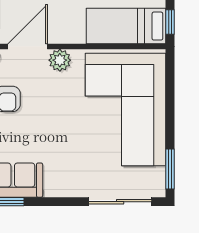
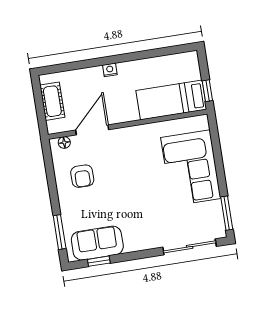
plant: (60, 60) -> (121, 137), removed
corner sofa: (126, 110) -> (191, 168), width x0.73, depth x0.74

